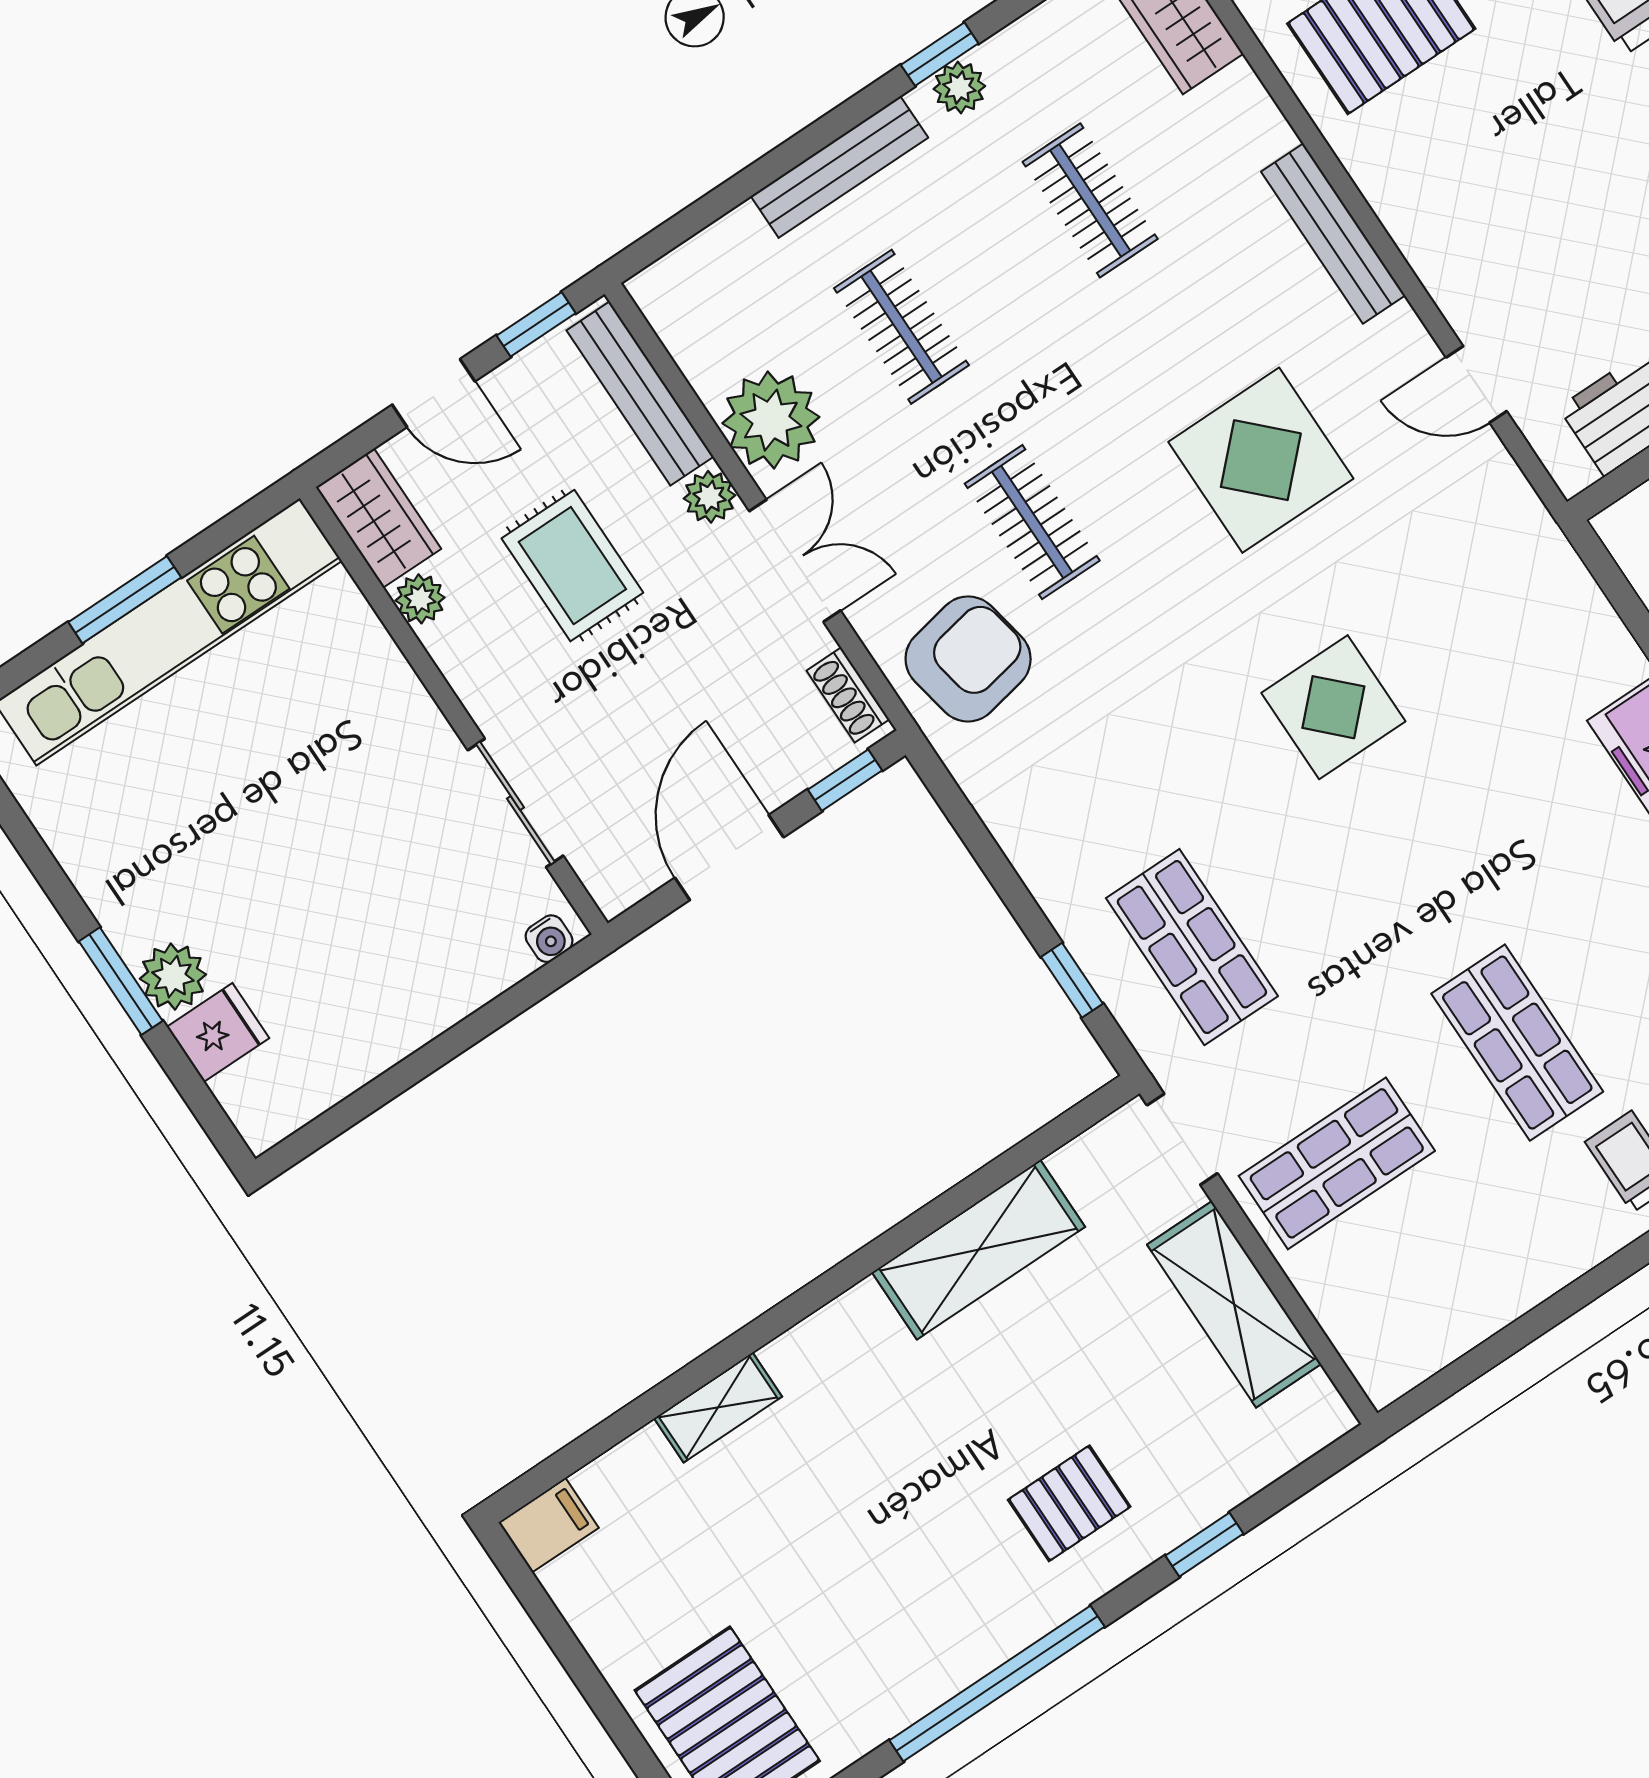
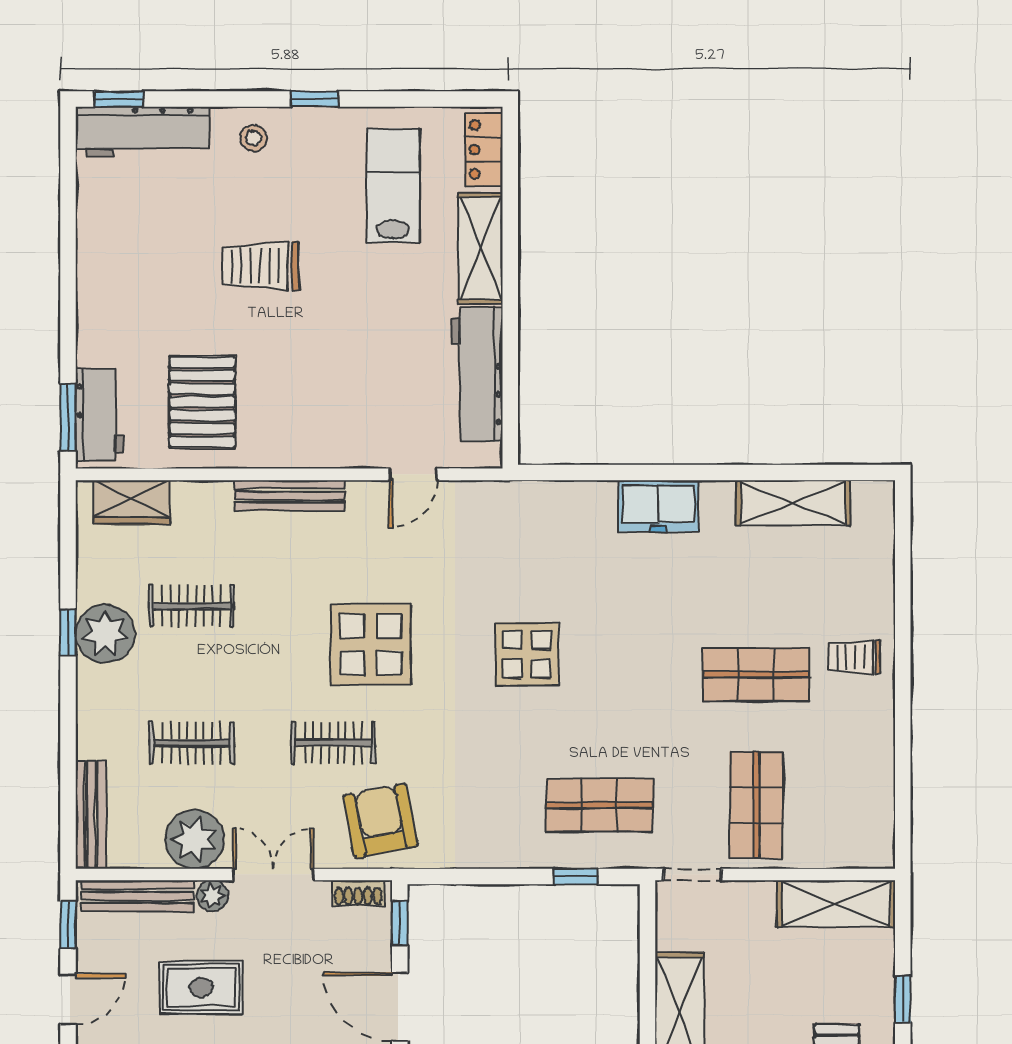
plant: (959, 88) -> (105, 634), width x1.88, depth x1.88
bench: (839, 167) -> (91, 815), moved
display table: (1261, 460) -> (371, 645), moved
shelving: (1234, 1304) -> (836, 904), moved

